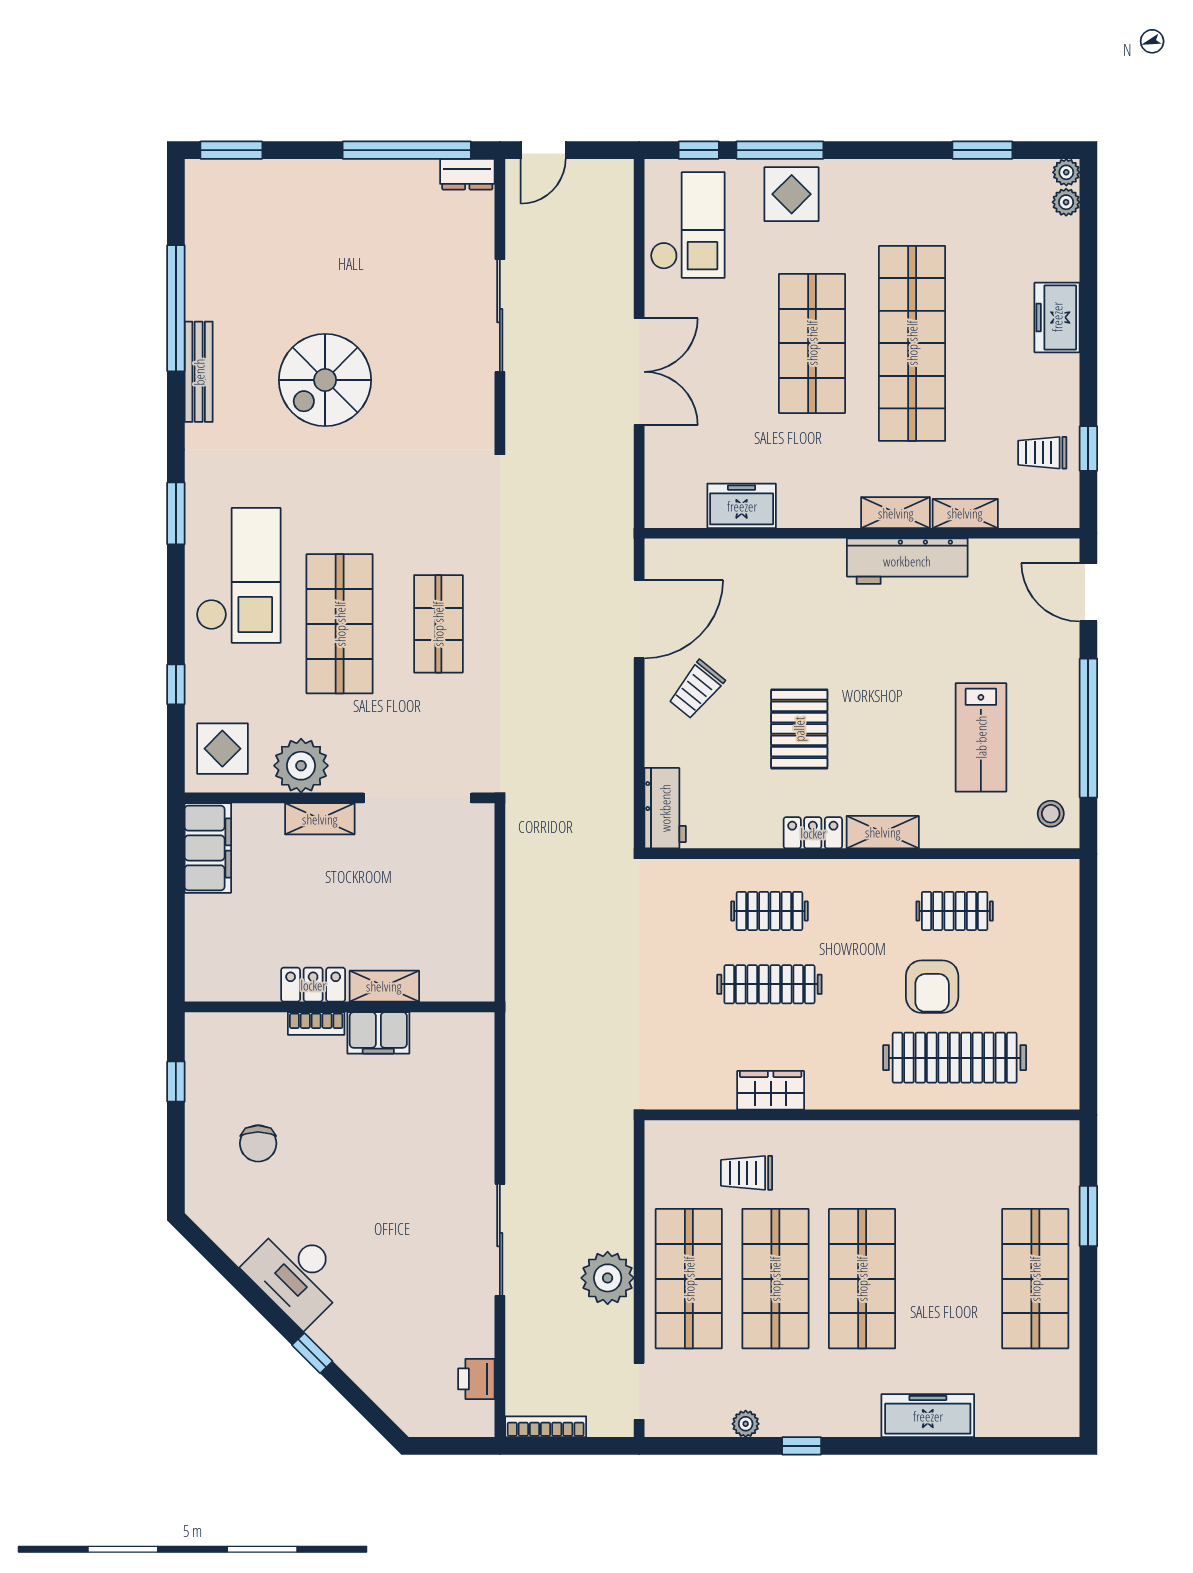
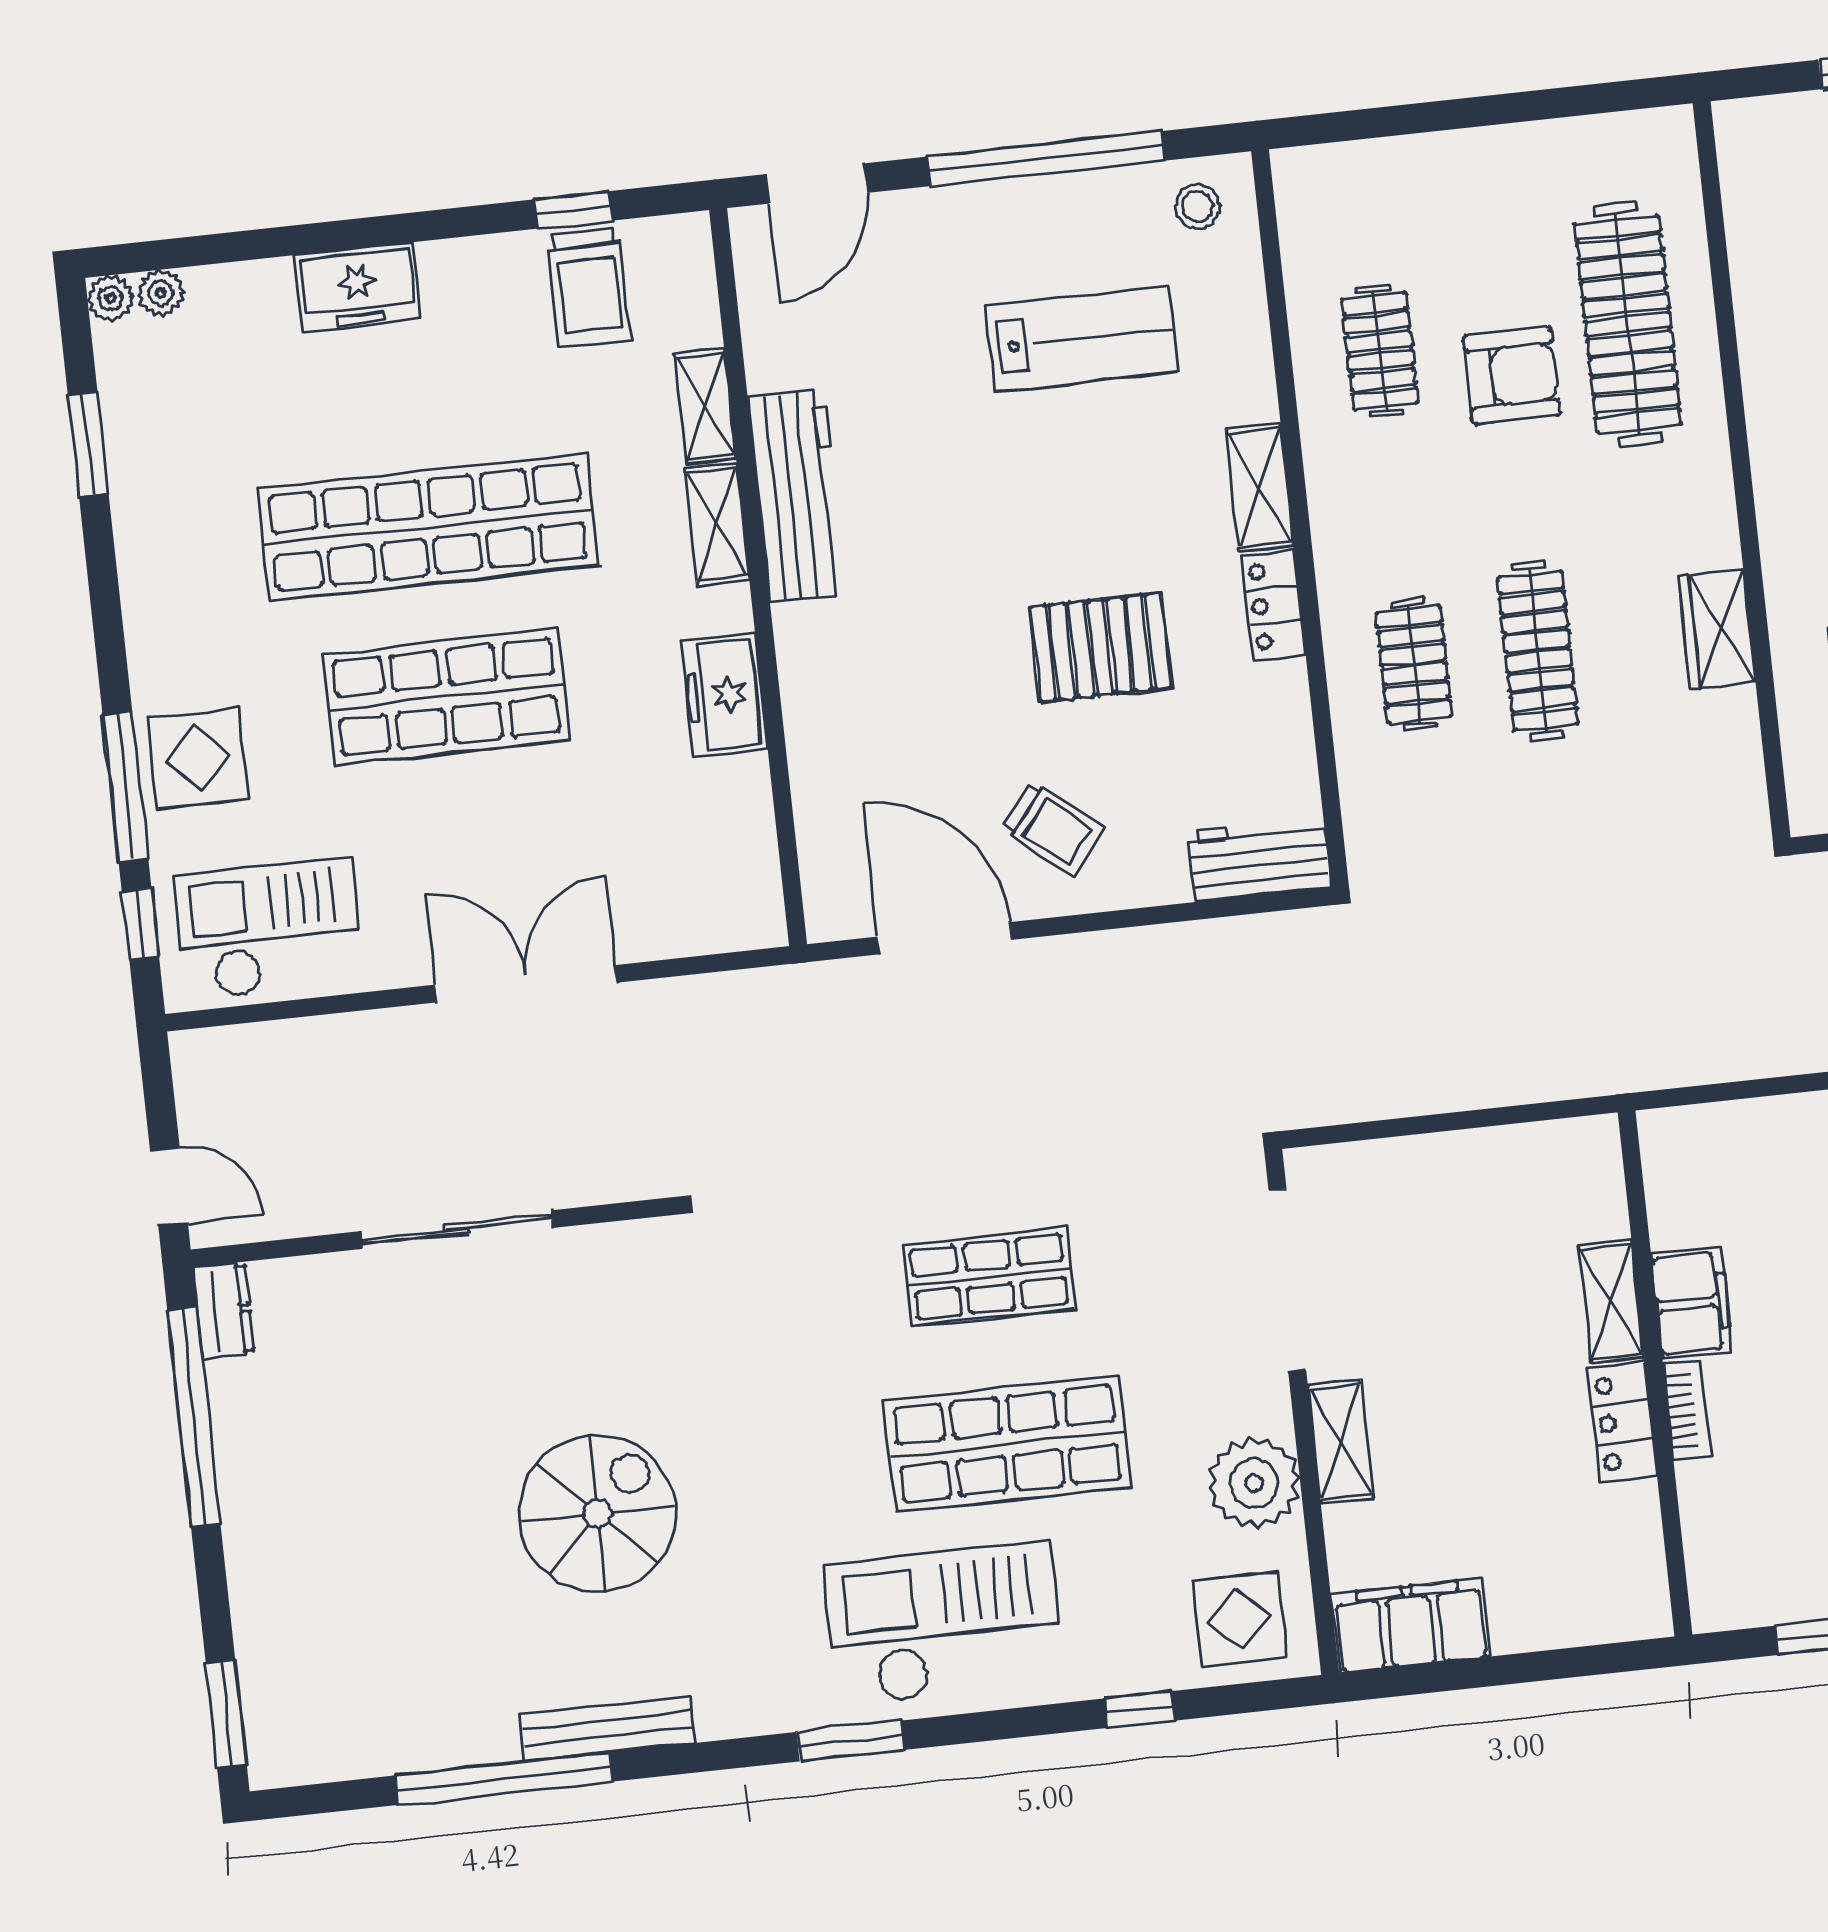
spiral stairs: (325, 380) -> (598, 1513), turned -90
trolley: (1042, 453) -> (589, 287), width x1.36, depth x1.39
freezer: (742, 506) -> (724, 695), moved

